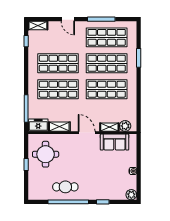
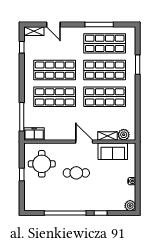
door: (68, 19) -> (53, 25), moved
shelving: (59, 127) -> (56, 135), removed
cafe table: (65, 187) -> (76, 173), moved

